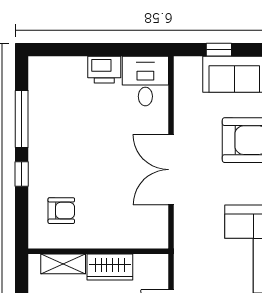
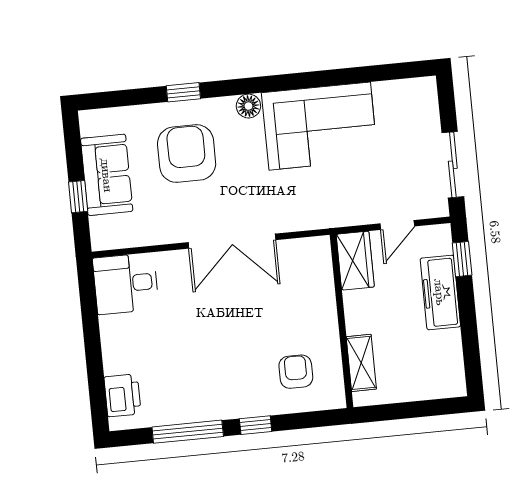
printer: (104, 70) -> (123, 395), moved
wardrobe: (110, 267) -> (355, 261), moved

